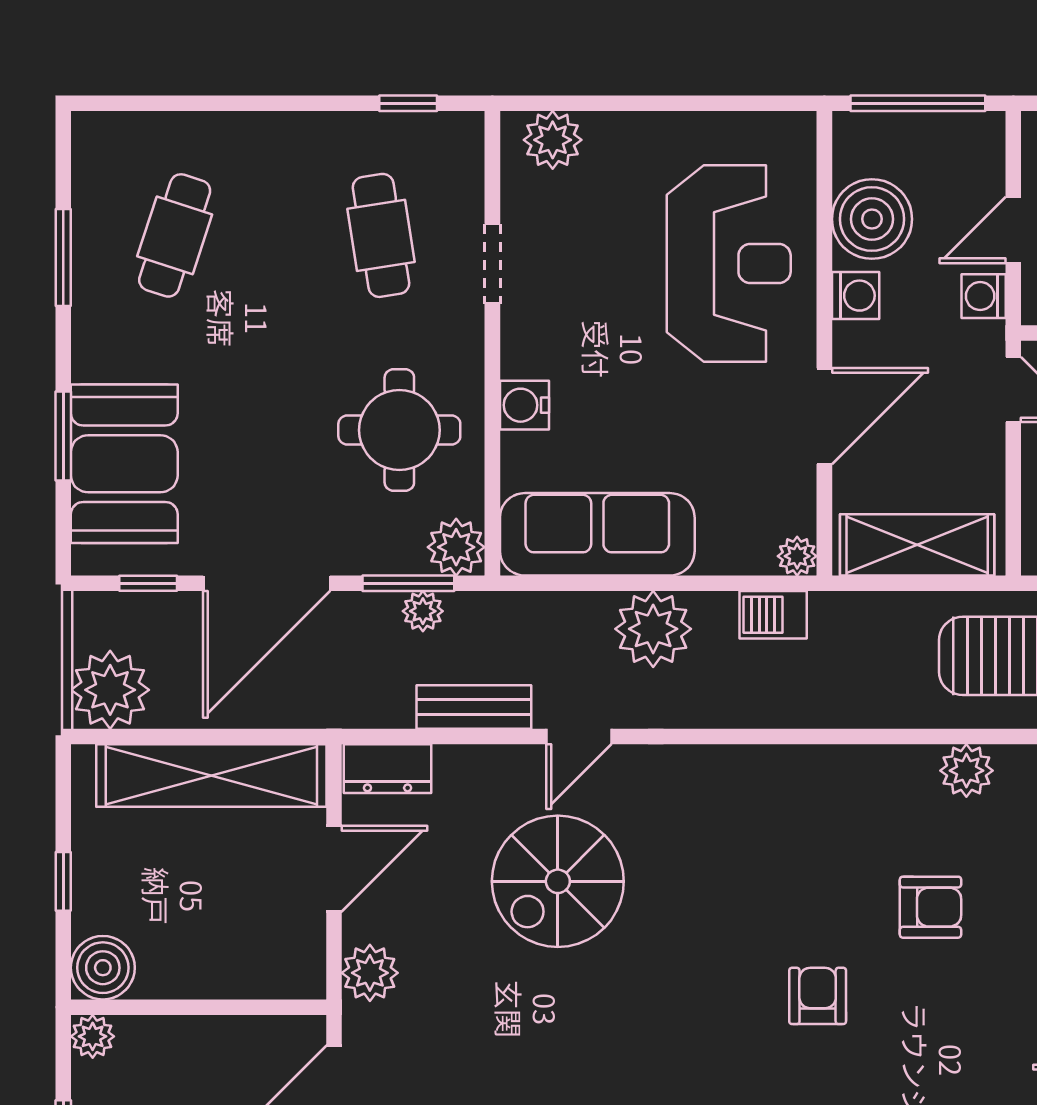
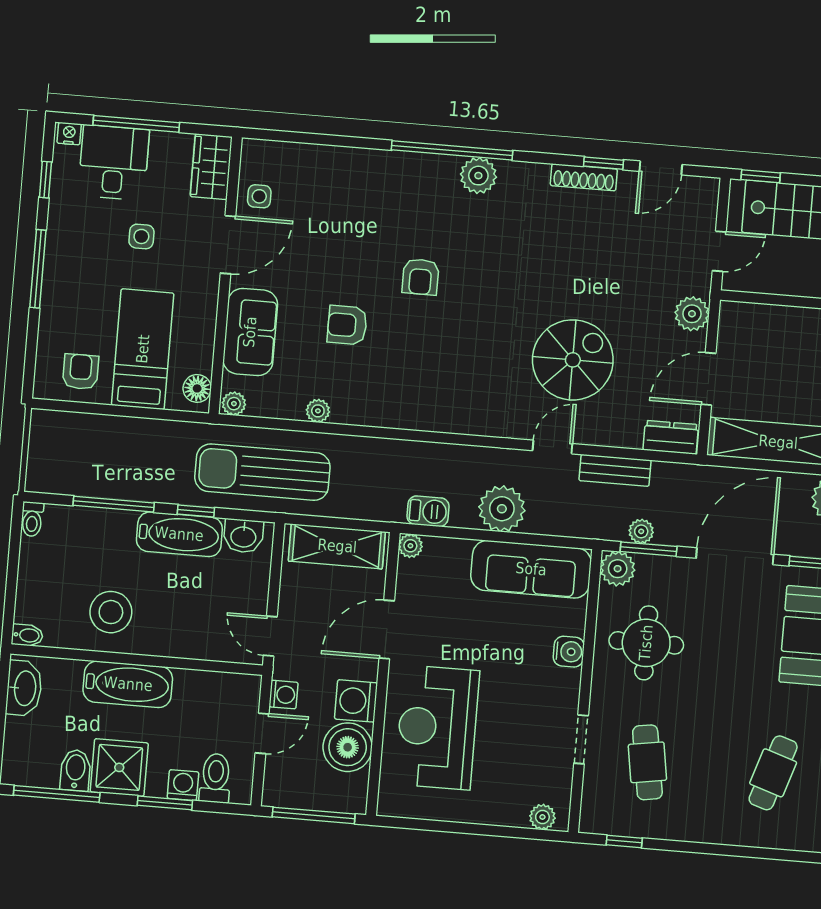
plant: (553, 140) -> (542, 817), width x0.73, depth x0.73
washing machine: (856, 296) -> (356, 701), width x1.38, depth x1.38
plant: (966, 771) -> (318, 411), width x0.73, depth x0.73

